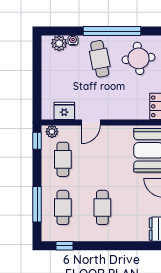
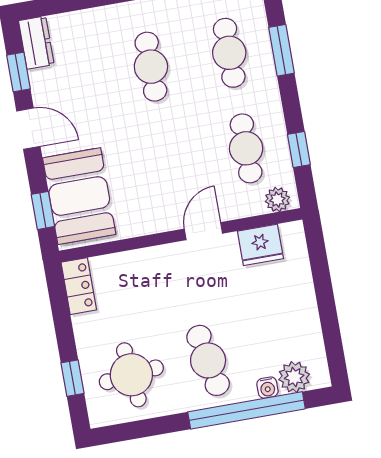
window: (112, 31) -> (246, 410), moved
window: (37, 141) -> (299, 149), moved
window: (37, 204) -> (281, 50), width x0.69

